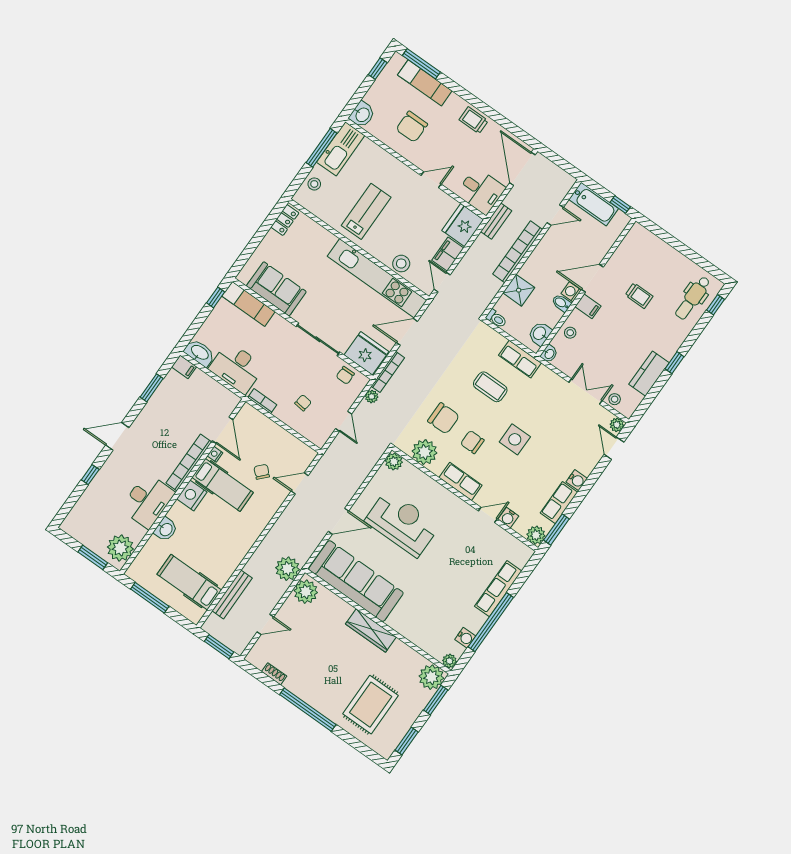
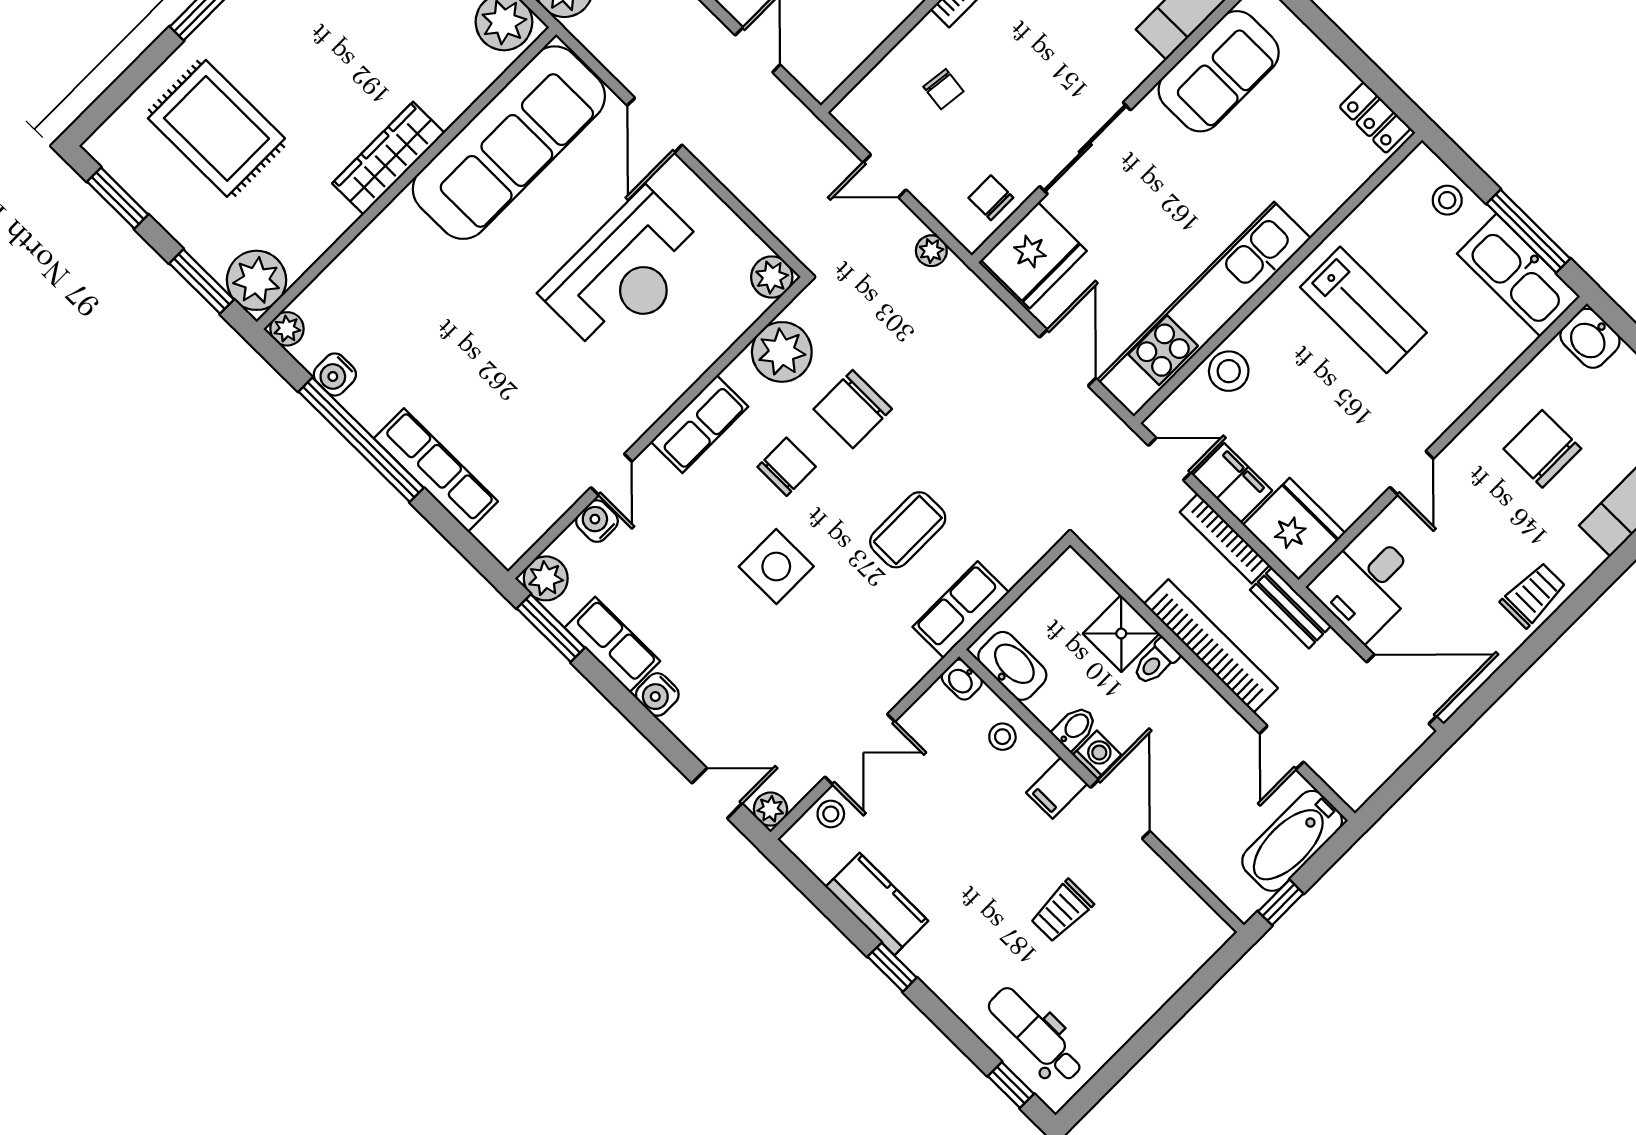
toilet: (496, 319) -> (1156, 662), moved
washbasin: (540, 334) -> (1012, 666), width x1.38
bookcase: (388, 372) -> (1225, 539), moved

